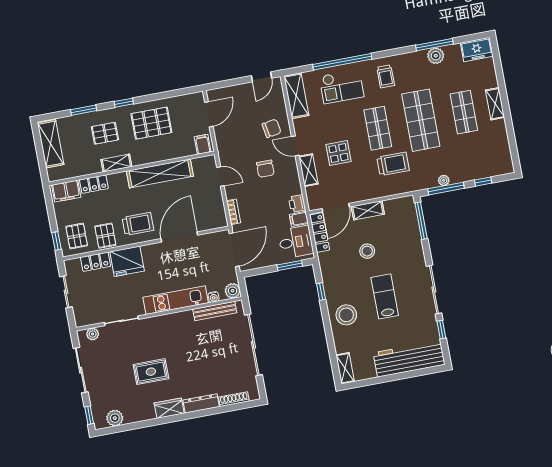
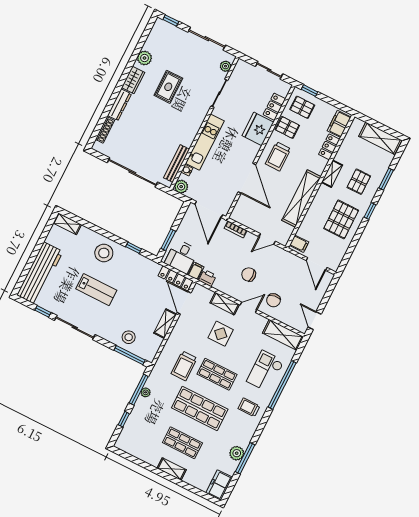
stool: (367, 251) -> (129, 337), moved
plant: (115, 418) -> (144, 58), moved

